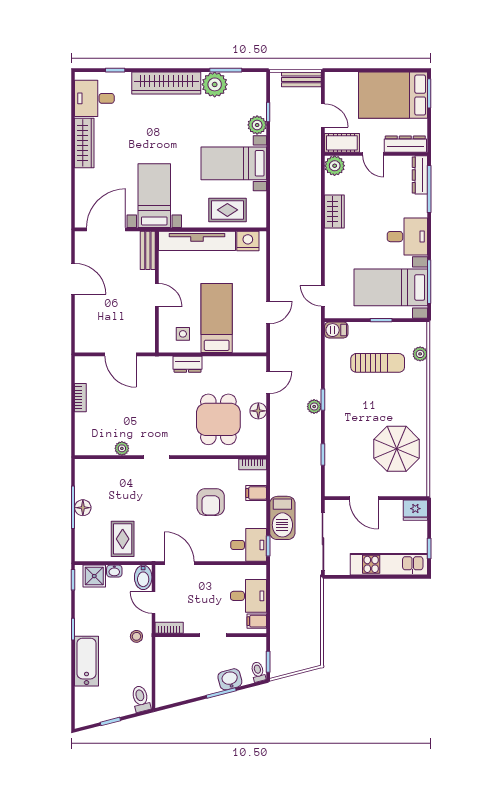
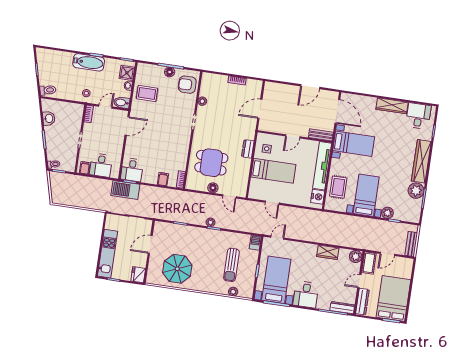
armchair: (211, 502) -> (187, 85), moved
barbecue: (282, 518) -> (125, 190), moved
bathtub: (87, 661) -> (89, 62), moved
washbasin: (230, 679) -> (49, 118), moved

